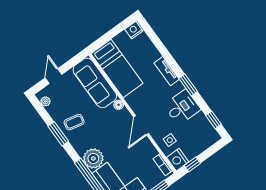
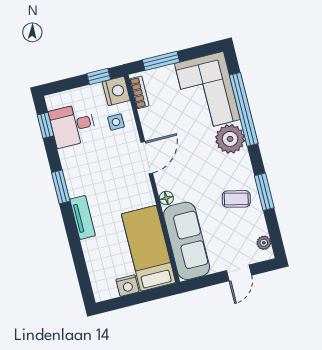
nightstand: (134, 30) -> (127, 286), moved
desk: (182, 107) -> (73, 125), moved

